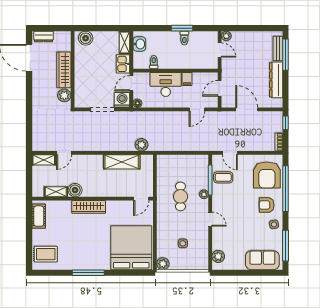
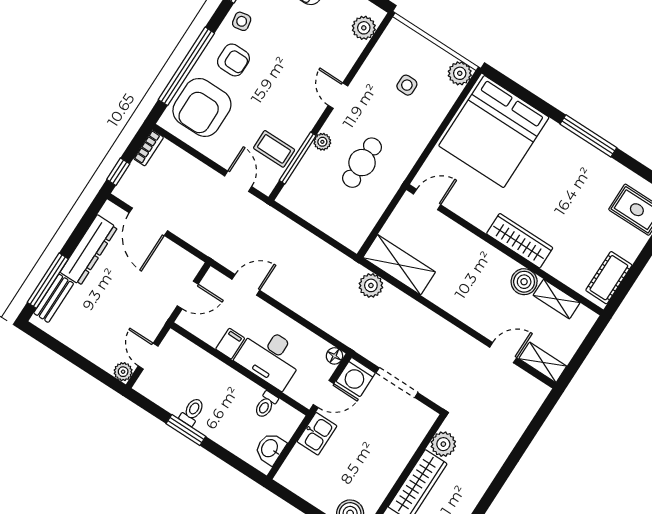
shelving: (125, 42) -> (292, 466), removed
door: (247, 109) -> (148, 222), moved
shelving: (122, 162) -> (399, 265), moved
armchair: (267, 175) -> (202, 107), turned 180

